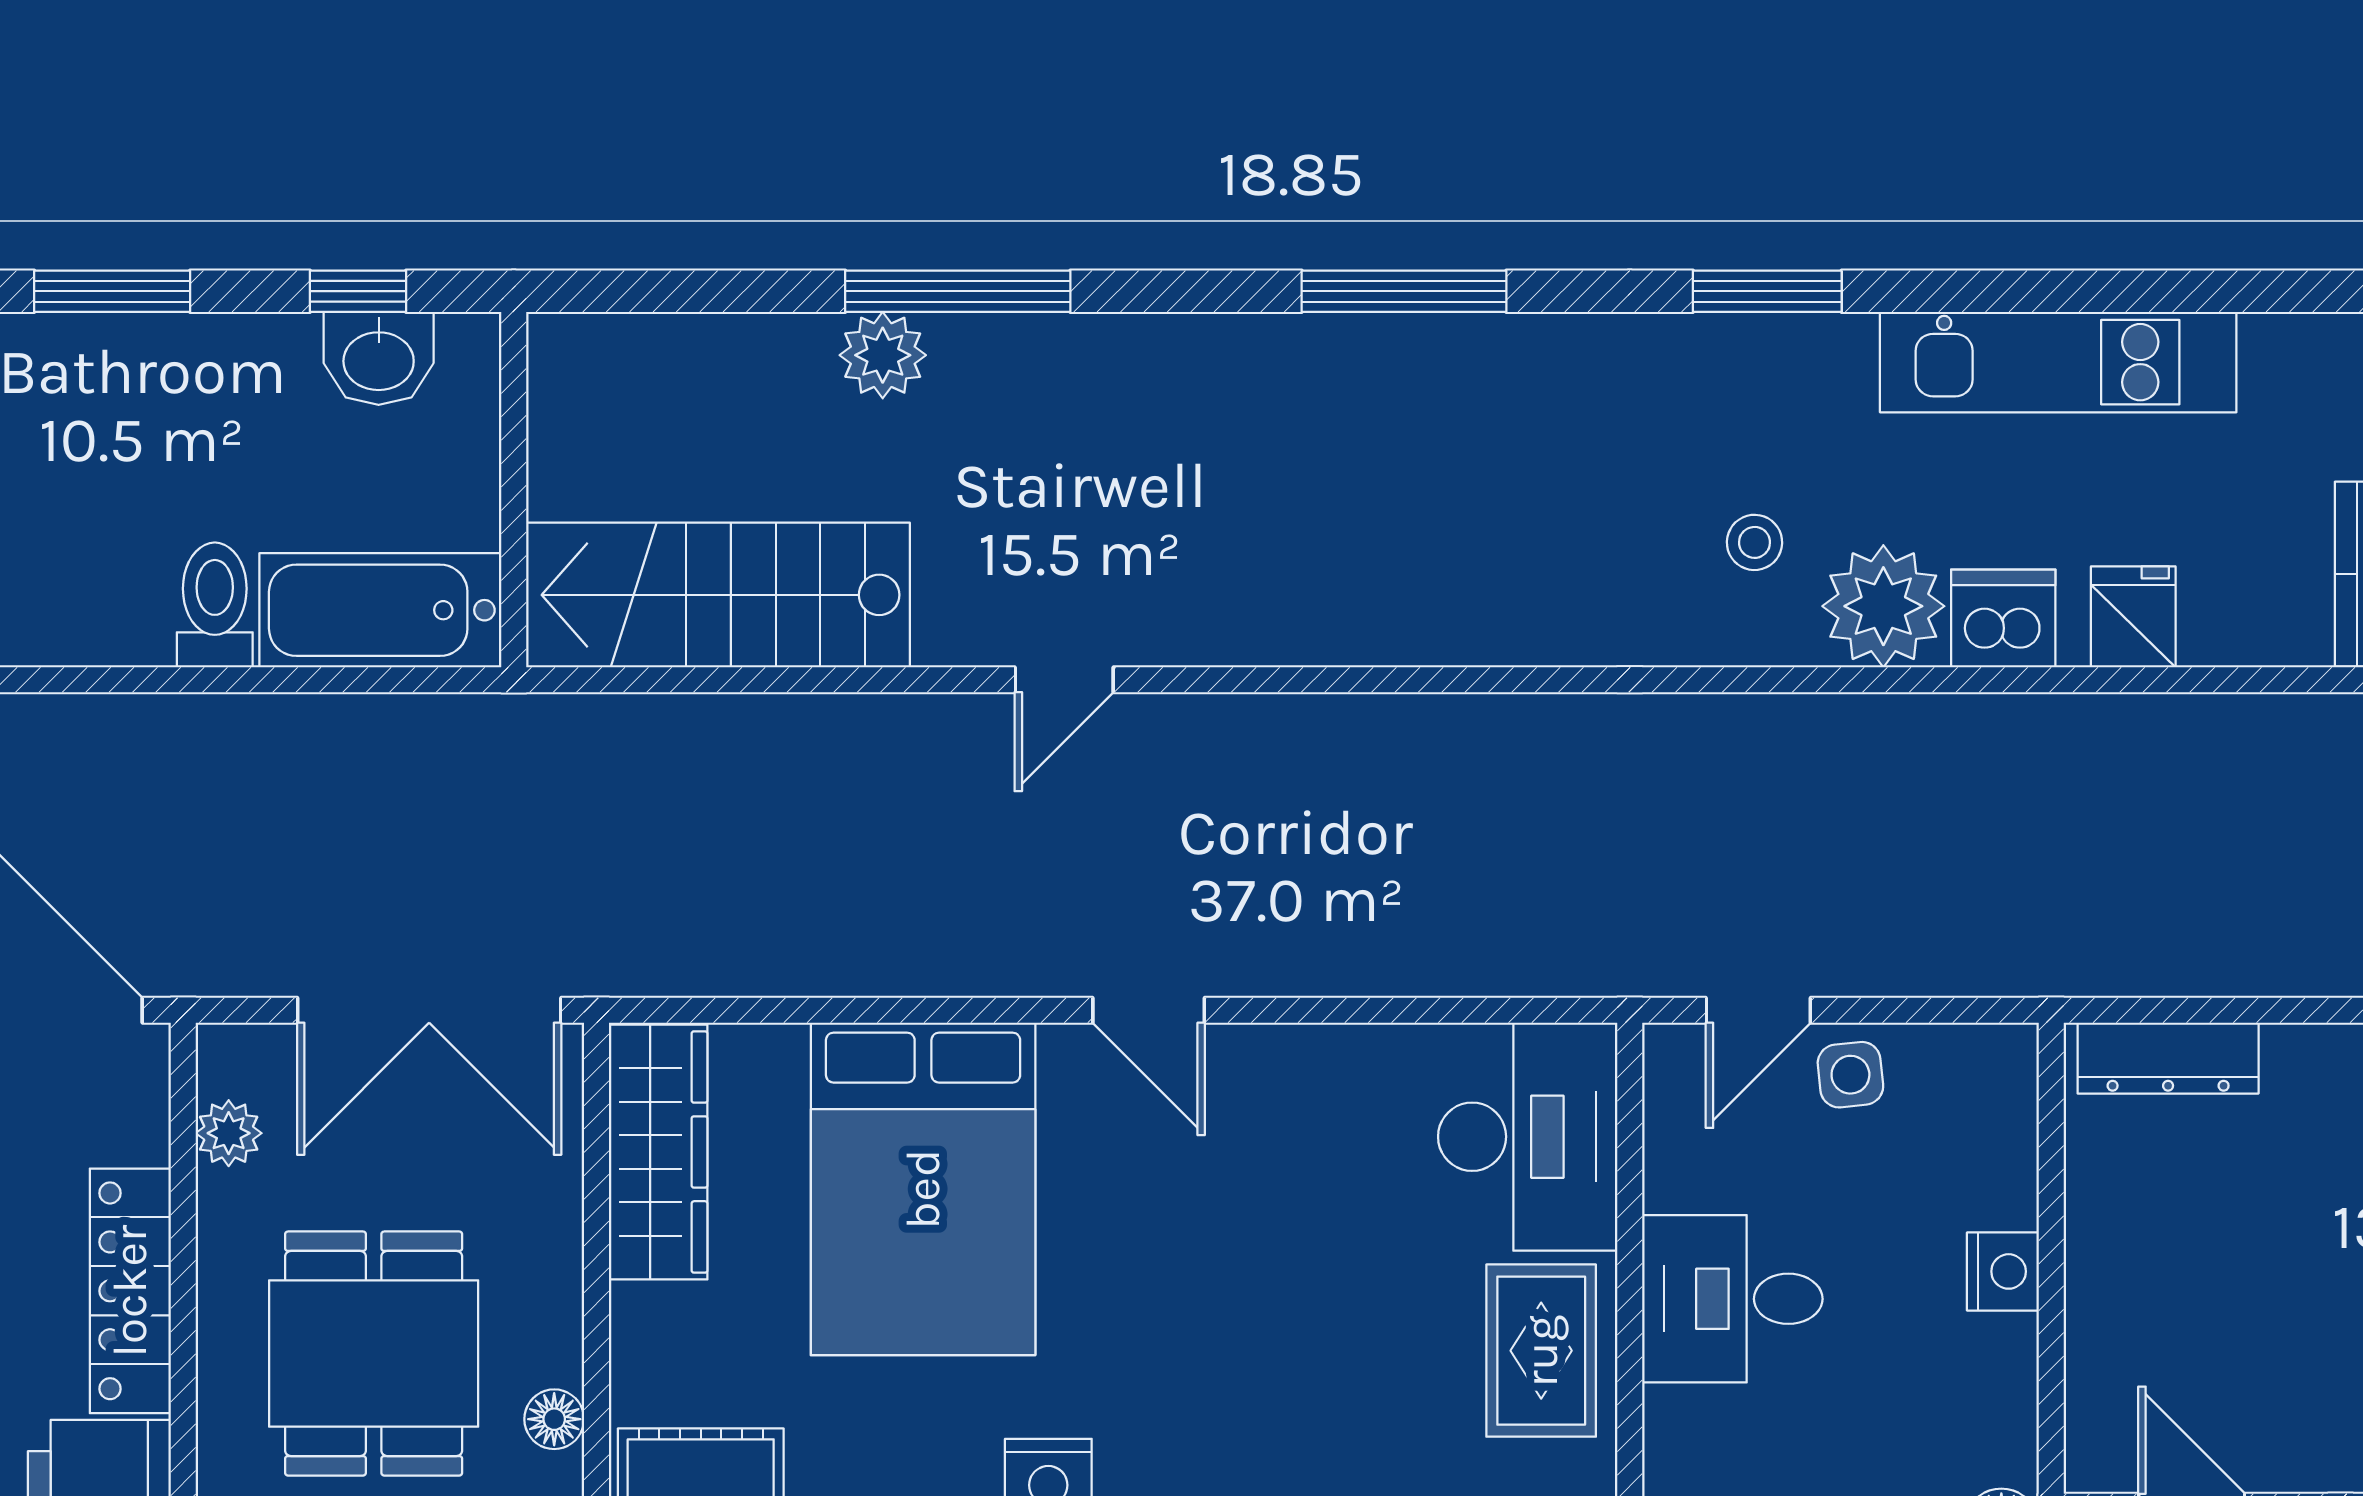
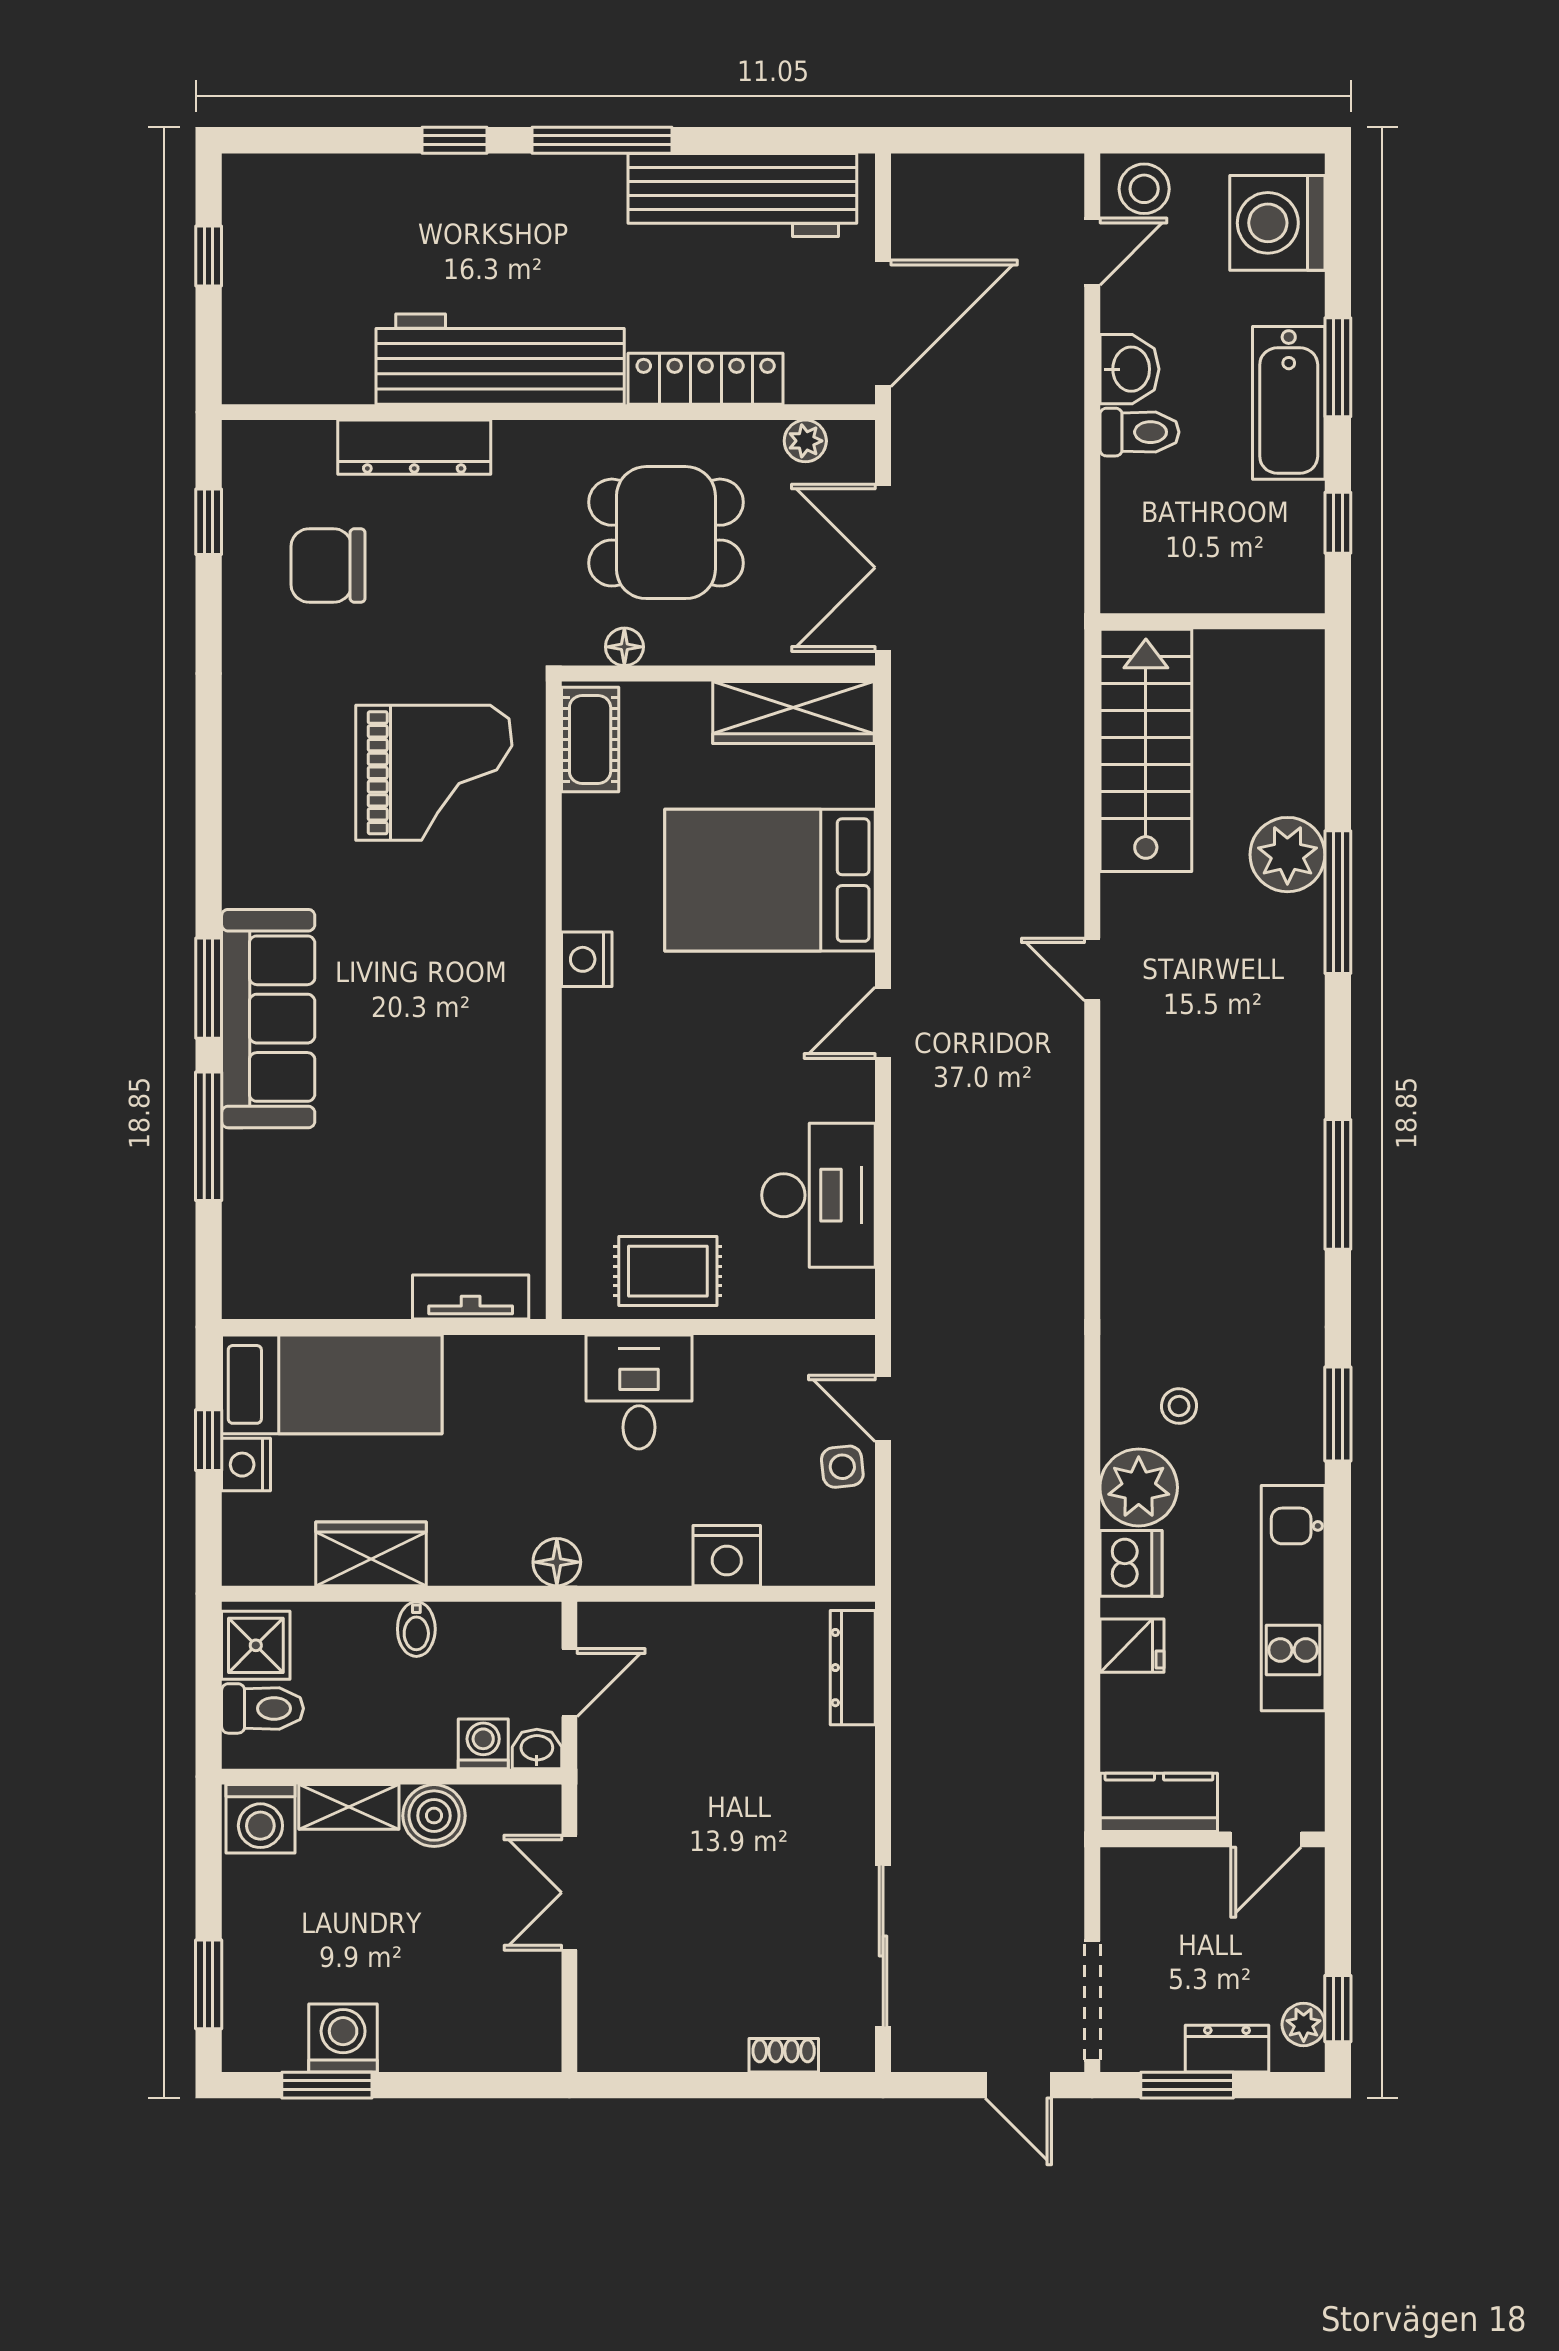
plant: (883, 355) -> (1287, 855), width x1.36, depth x1.36
washbasin: (379, 358) -> (1129, 369), moved, turned 180
bathtub: (380, 610) -> (1289, 403), moved, turned 180
desk: (1528, 1137) -> (819, 1195), moved, turned -90
nightstand: (2003, 1271) -> (727, 1556), width x1.36, depth x1.33
desk: (1732, 1299) -> (639, 1392), moved

